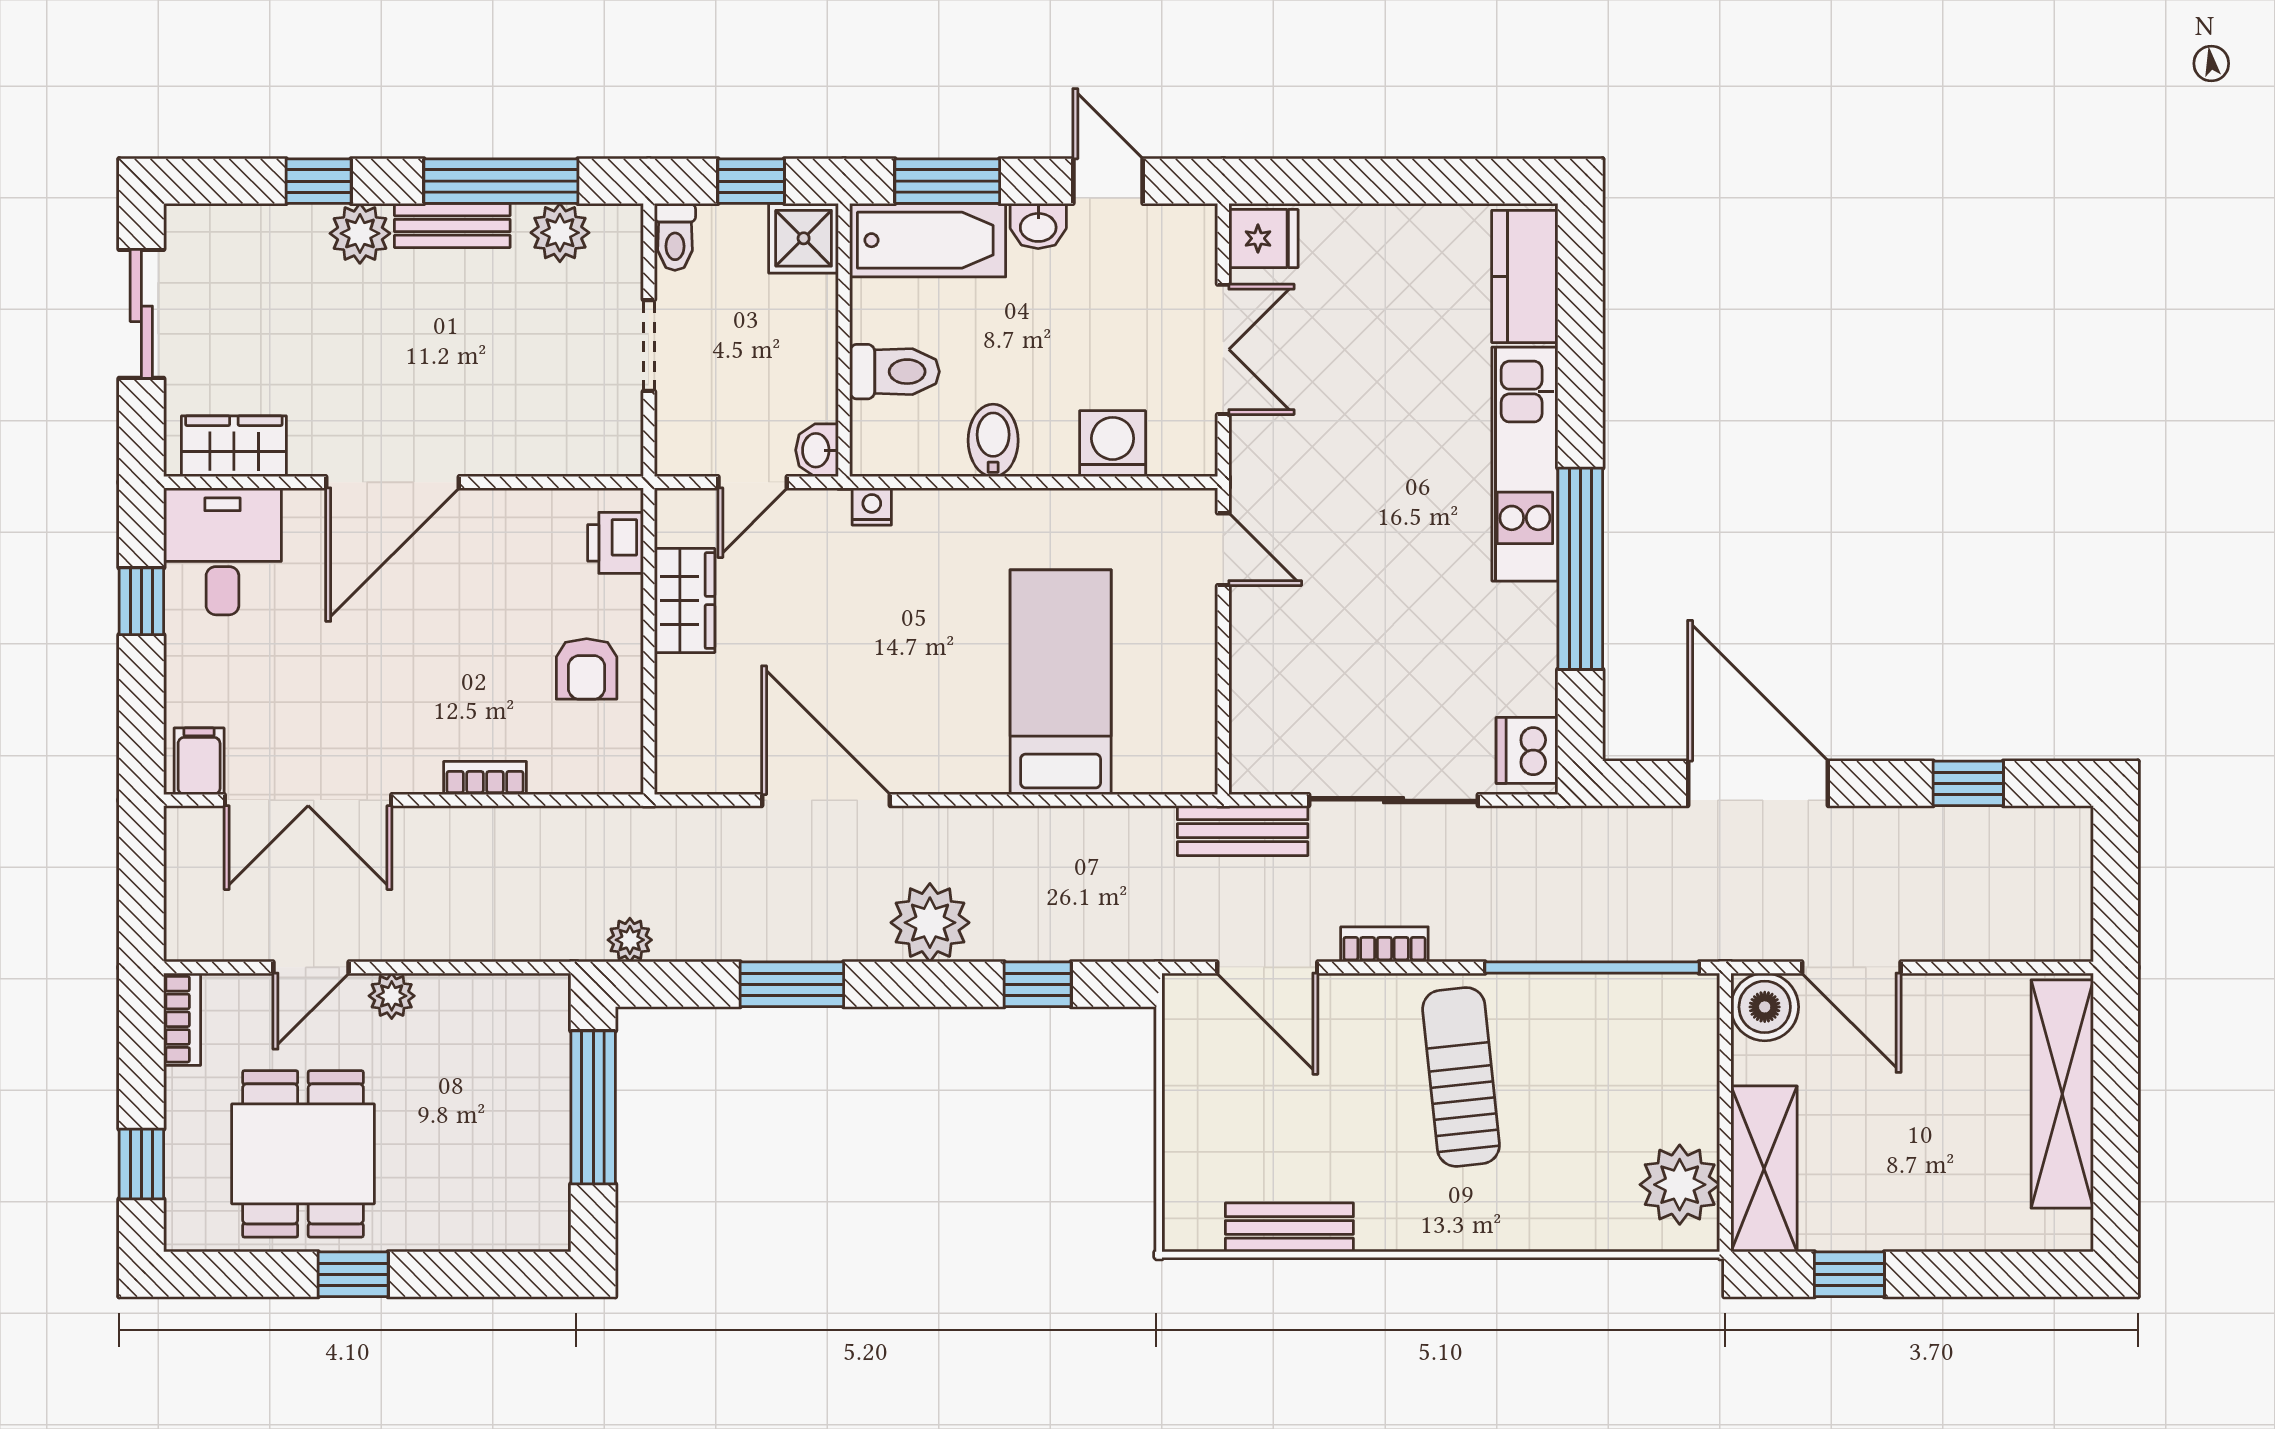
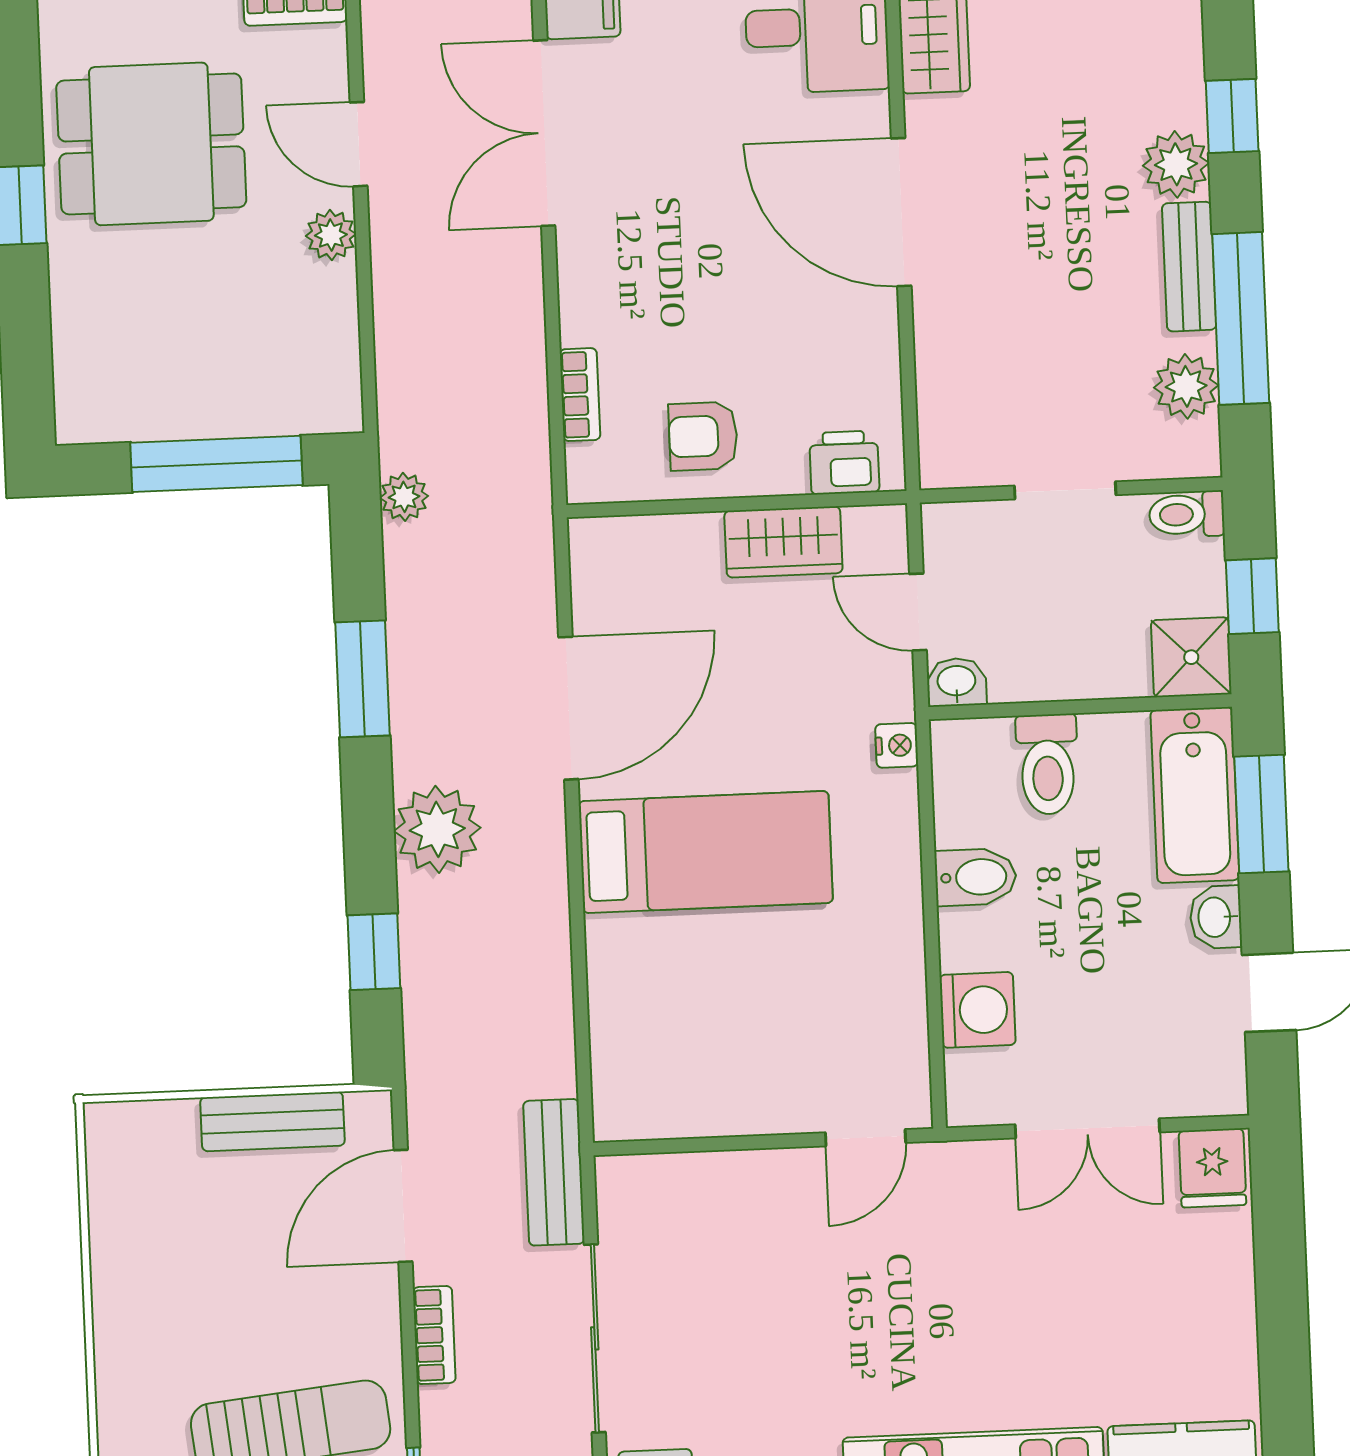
bed: (1061, 682) -> (706, 852), moved
bookcase: (485, 778) -> (580, 395), moved
bench: (1289, 1227) -> (272, 1122), moved, turned 90

